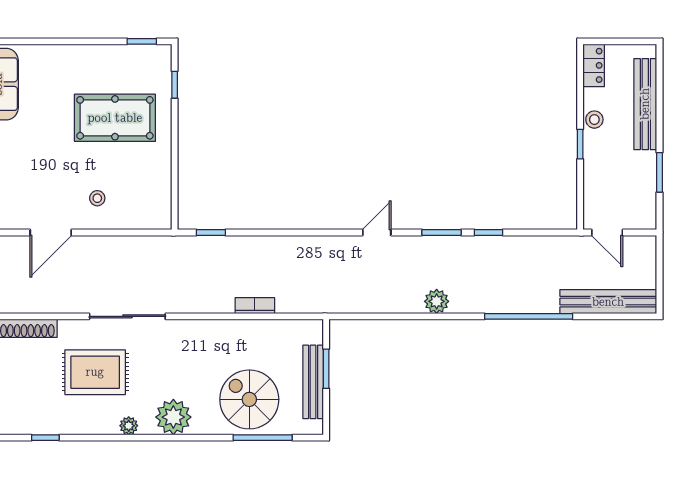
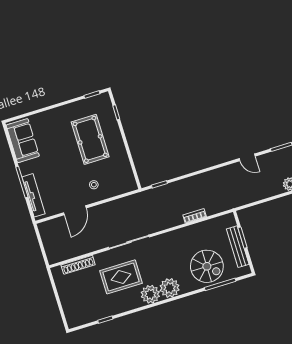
pool table: (115, 118) -> (90, 139), turned 90
door: (377, 232) -> (247, 157), swing flipped
spiral stairs: (249, 399) -> (207, 266), turned 180
plant: (129, 426) -> (150, 294), width x1.88, depth x1.88

